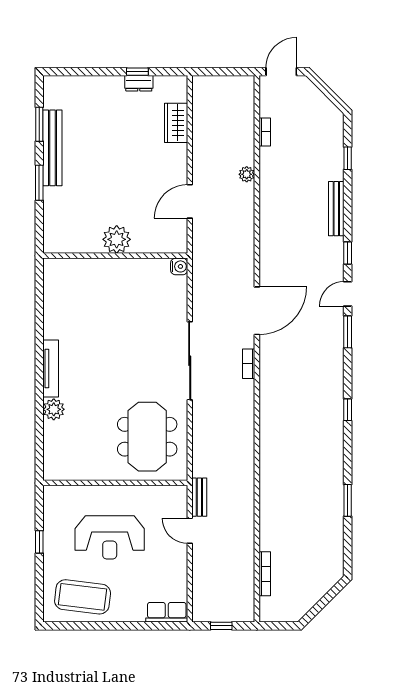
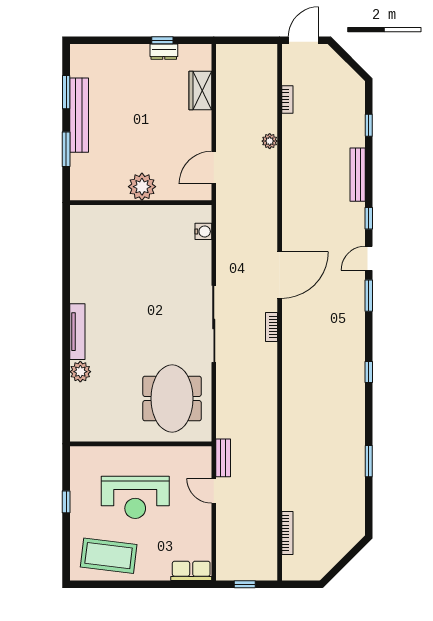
plant: (117, 239) -> (142, 187), moved
wall: (115, 256) -> (141, 203), moved

